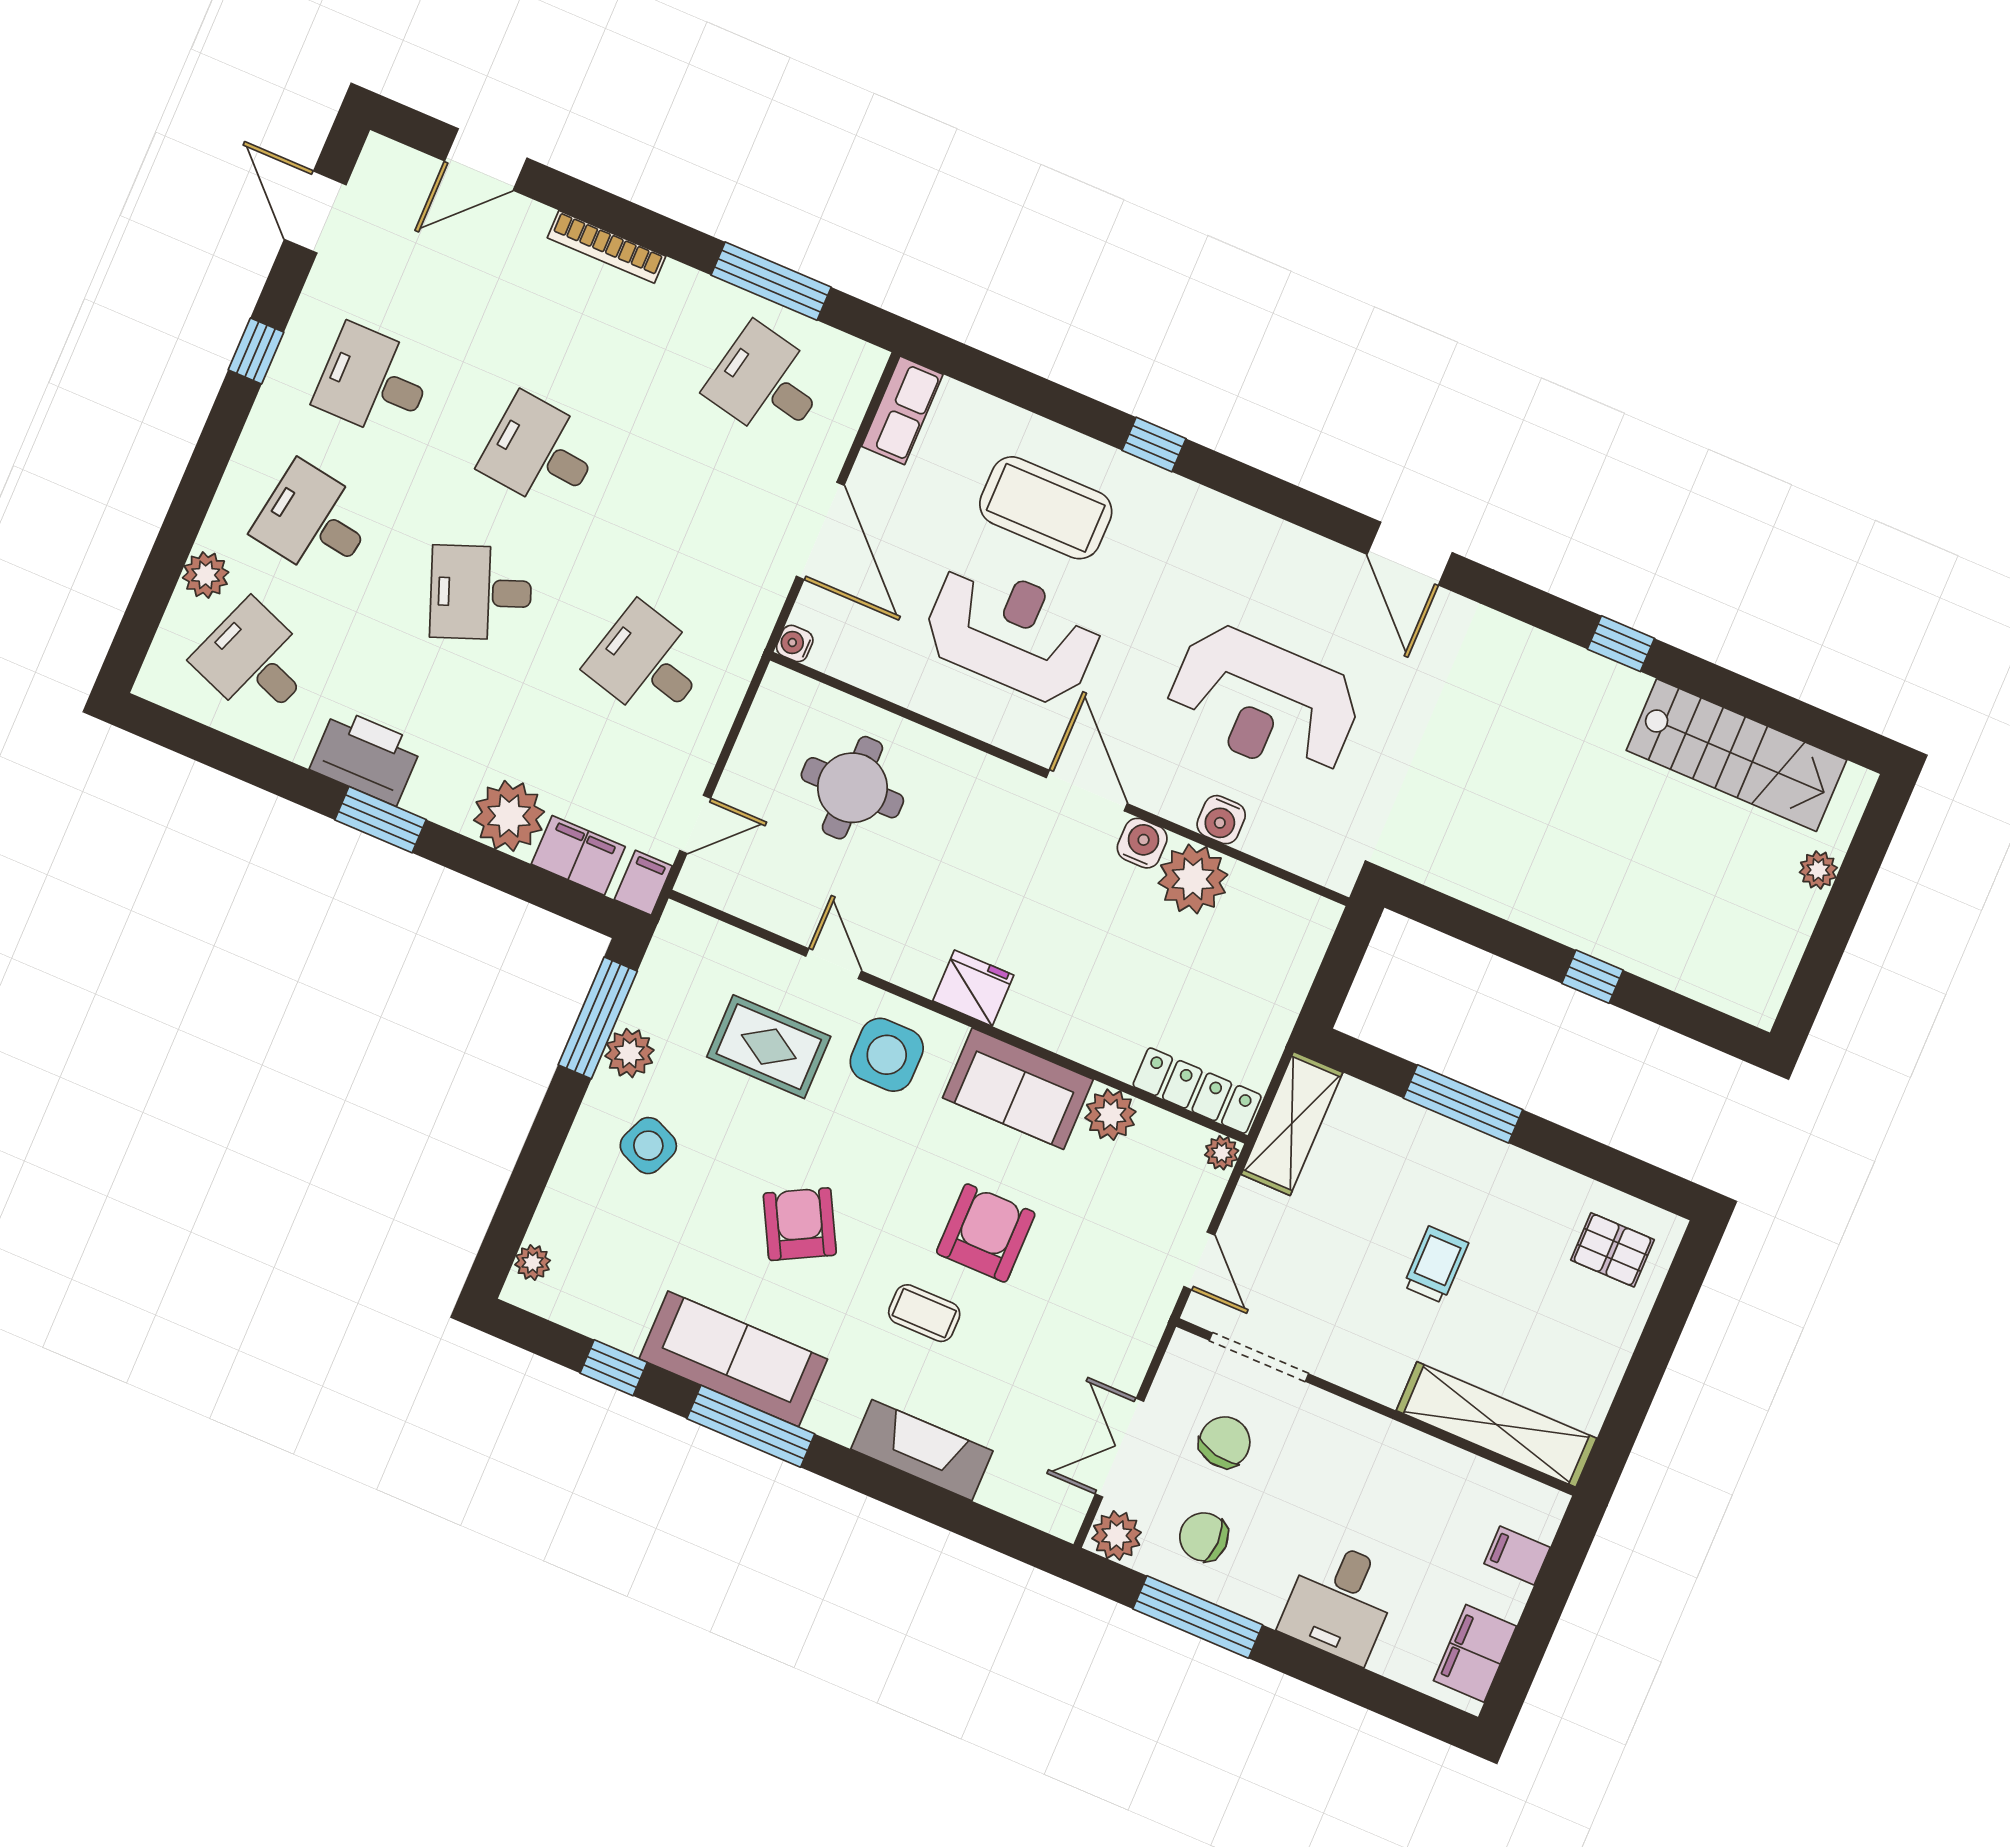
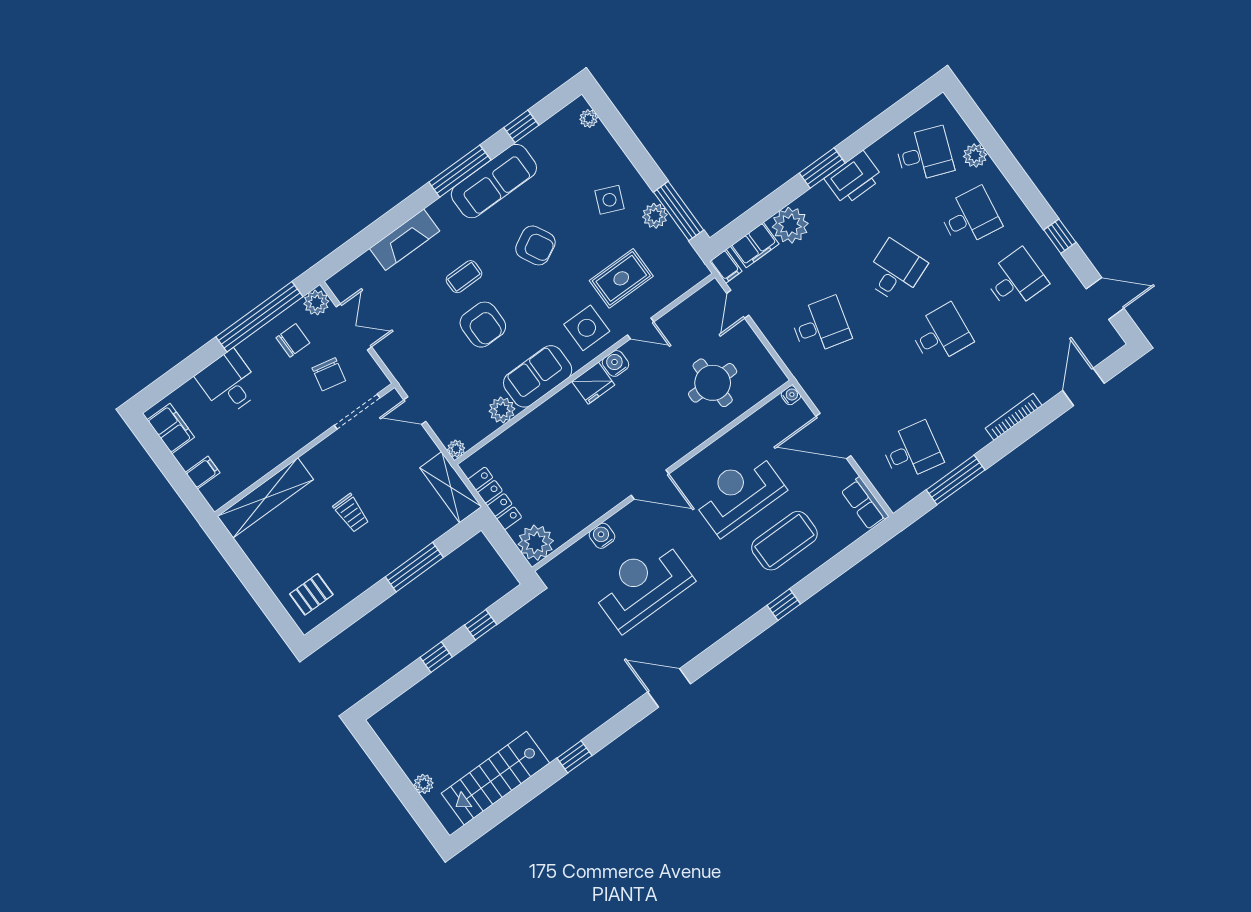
reception desk: (1013, 632) -> (739, 494), turned 180
water cooler: (1142, 843) -> (615, 363), moved, turned 180
plant: (1193, 879) -> (536, 543), moved
window: (1493, 934) -> (481, 625), added
locker: (1197, 1091) -> (495, 498), moved, turned -90
window: (1198, 1617) -> (259, 317), width x1.46

